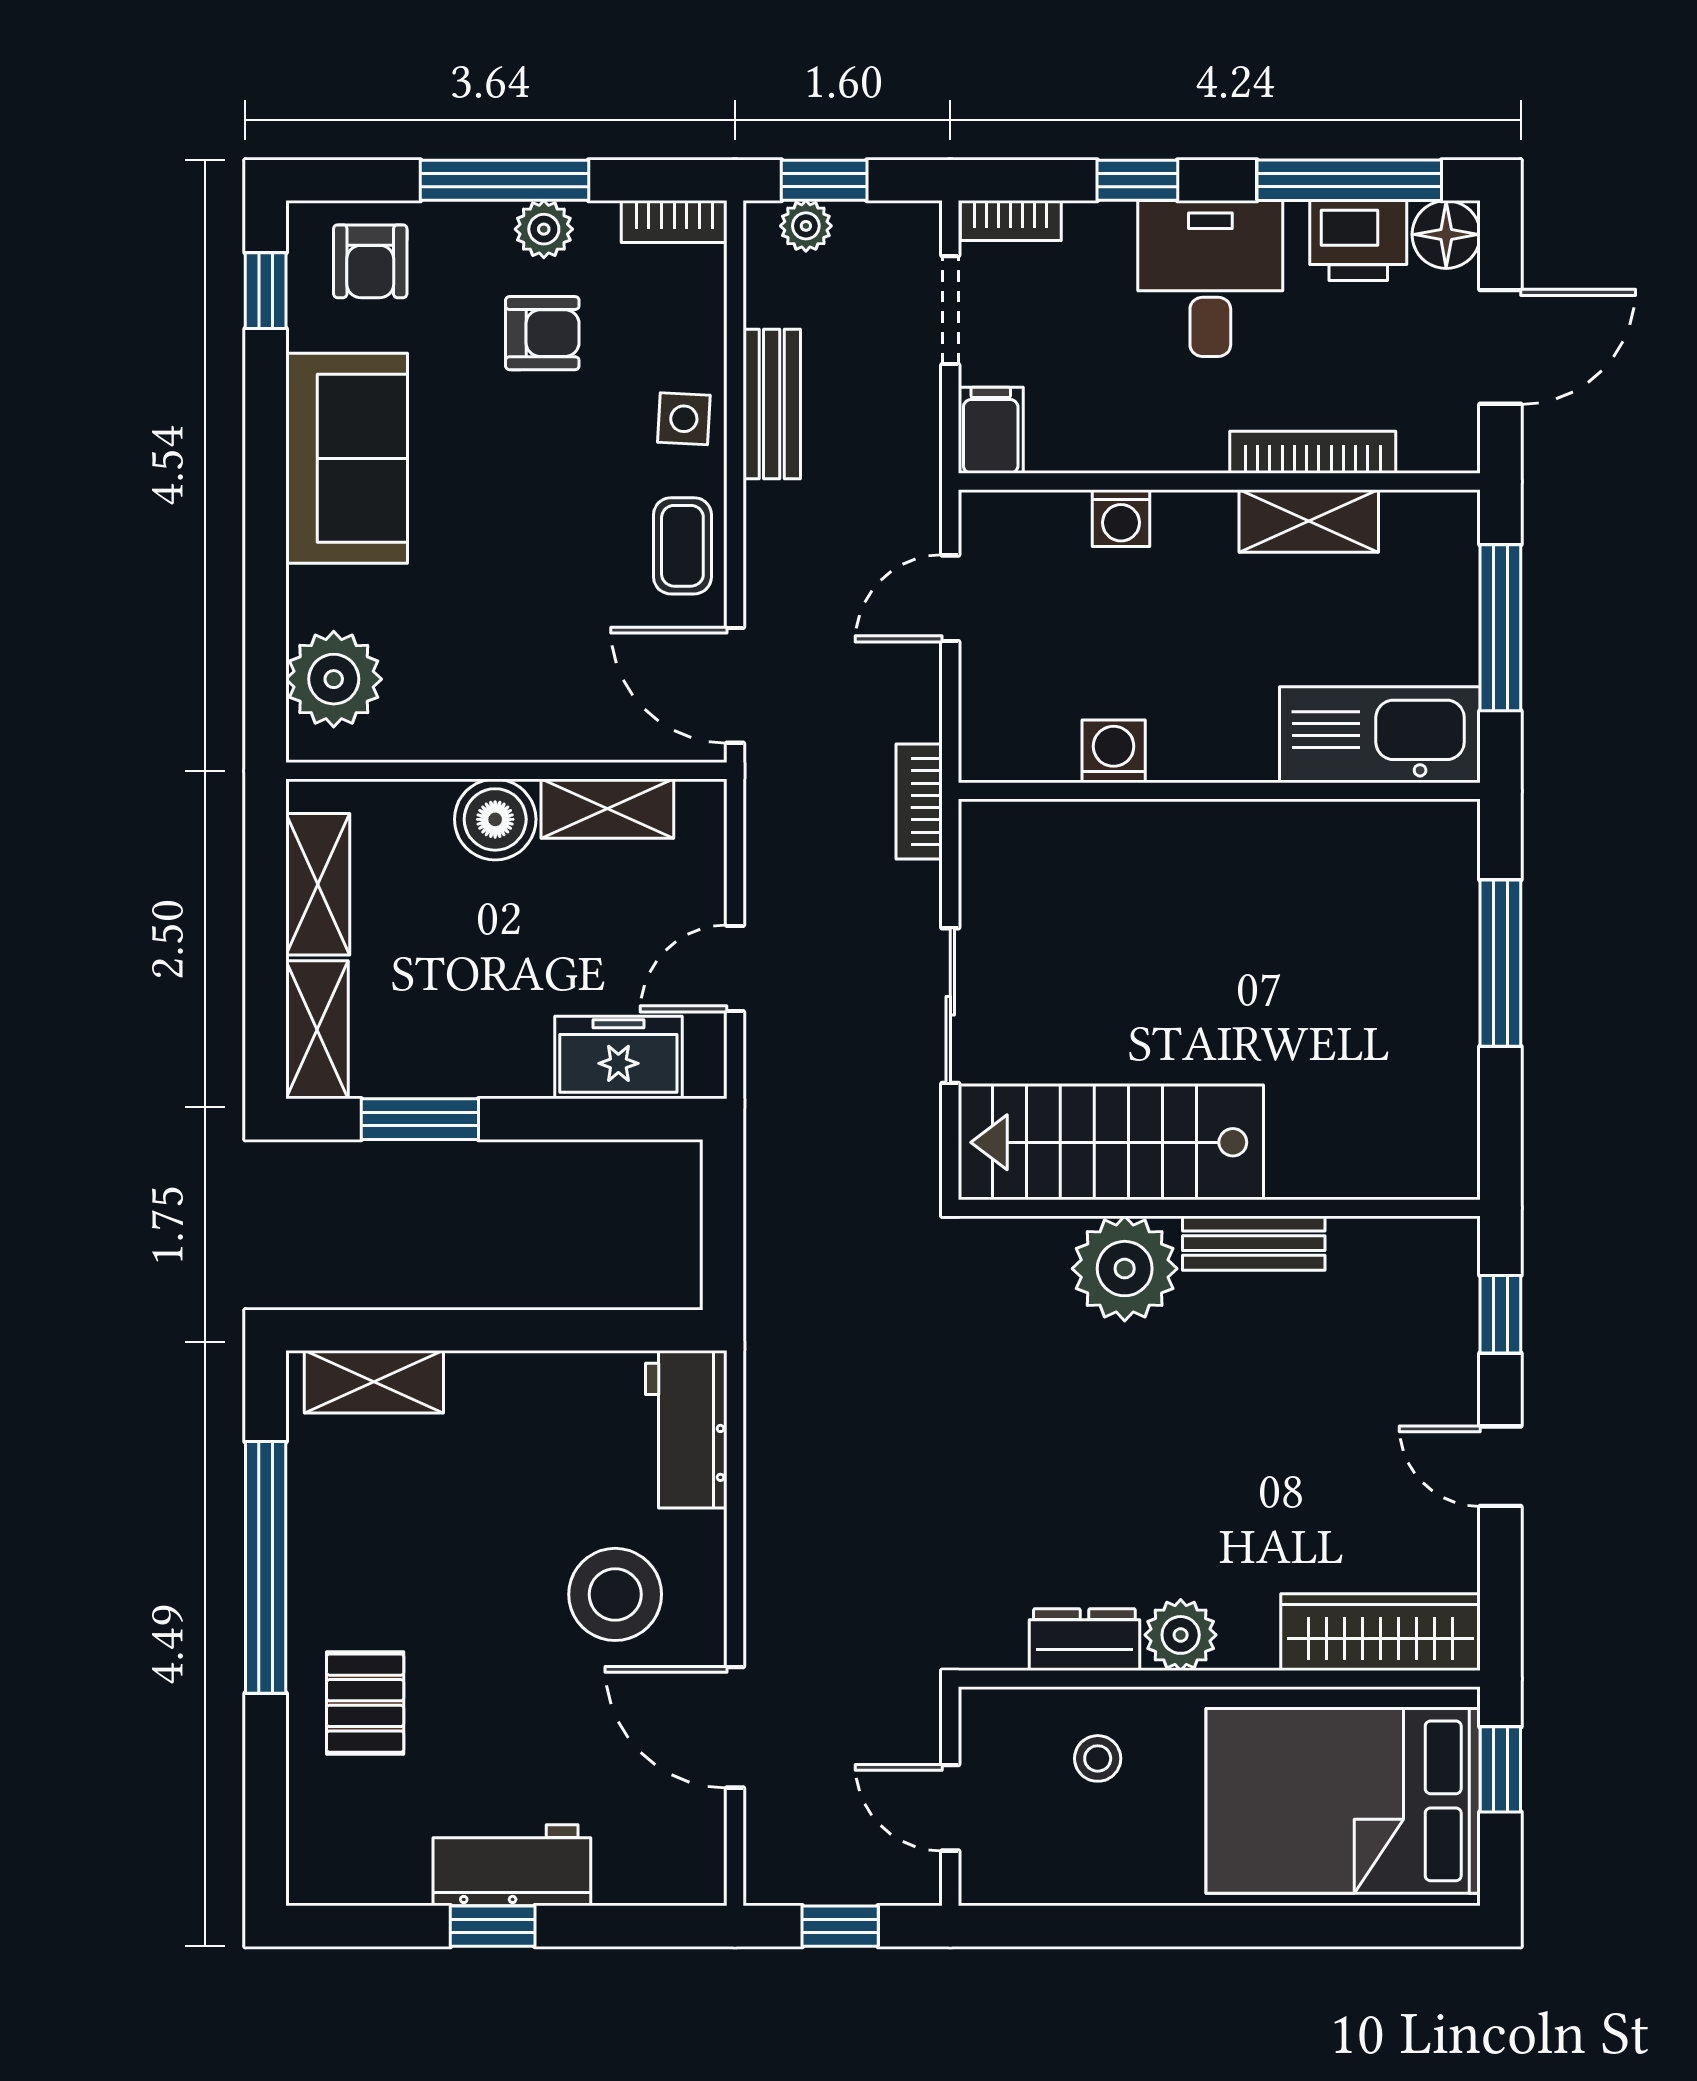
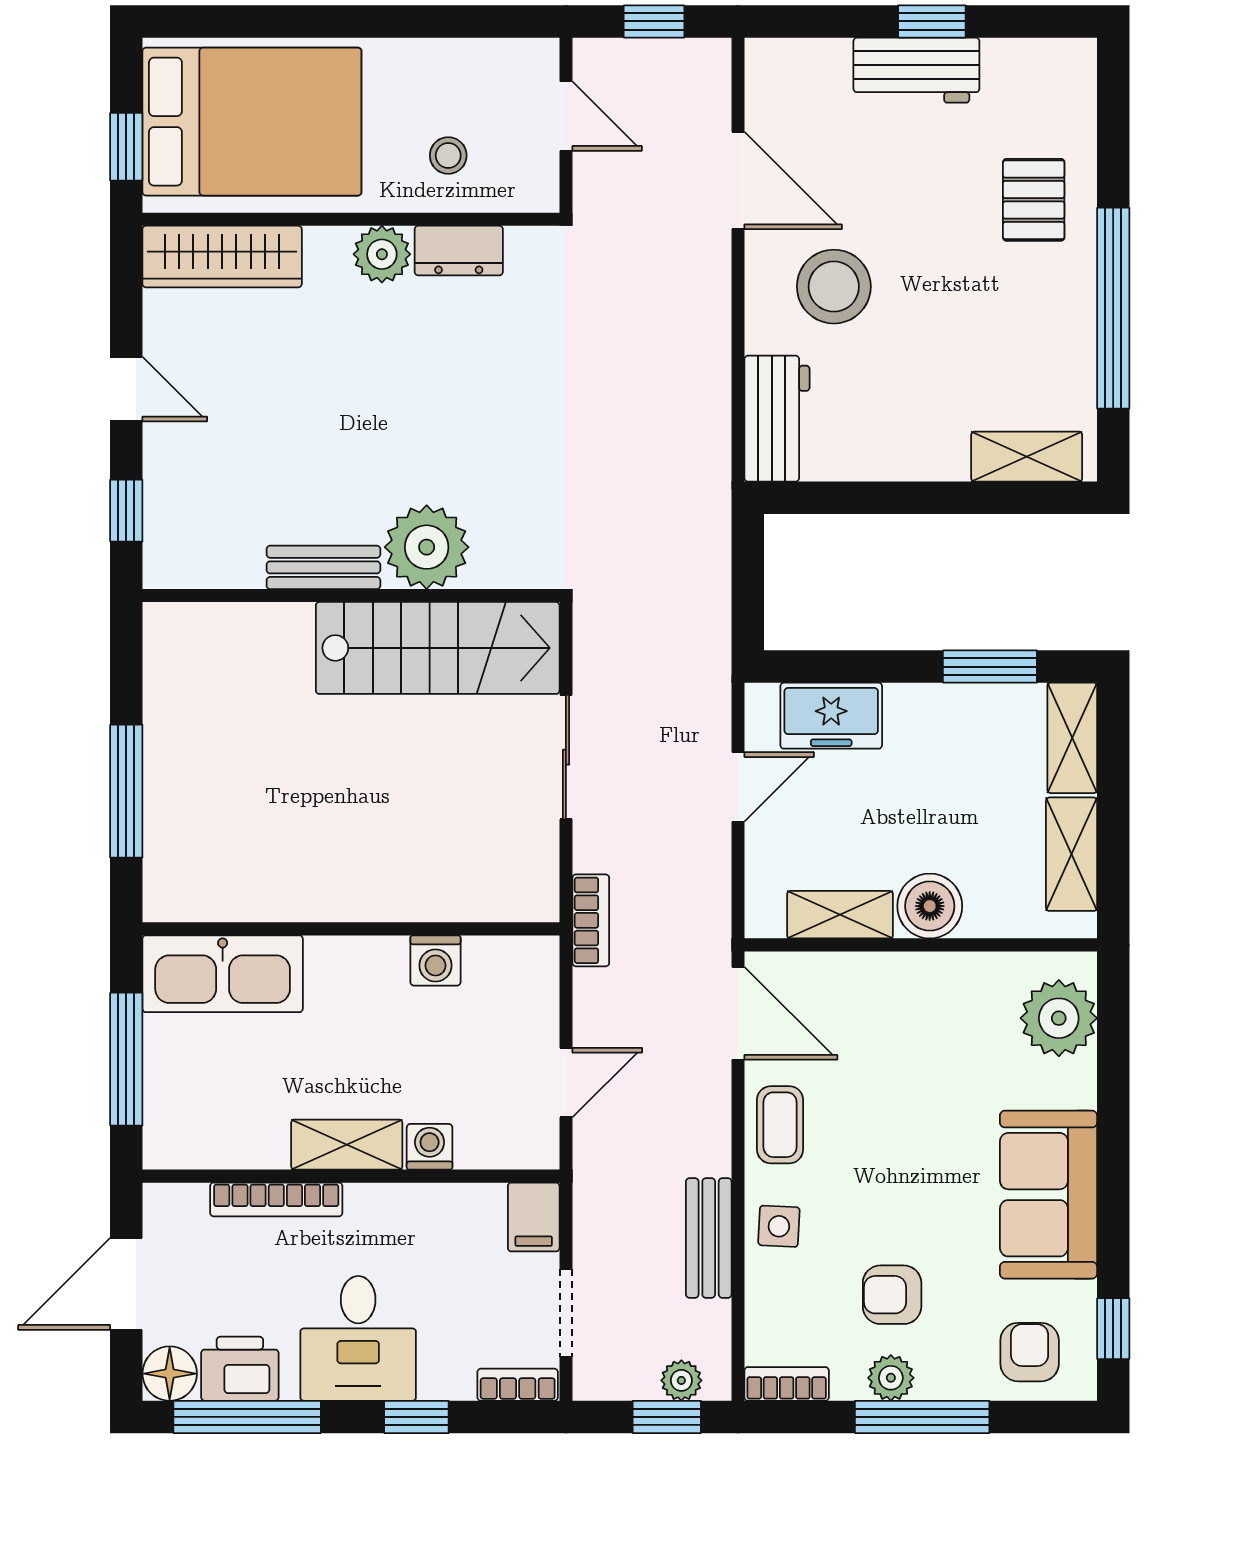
shelving: (1309, 521) -> (347, 1145), moved

